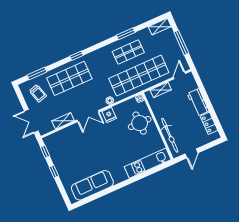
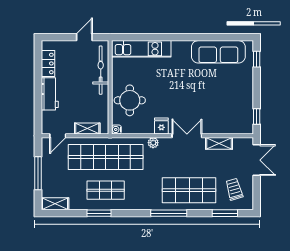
window: (76, 56) -> (169, 213), width x2.17
window: (54, 171) -> (257, 59), moved

